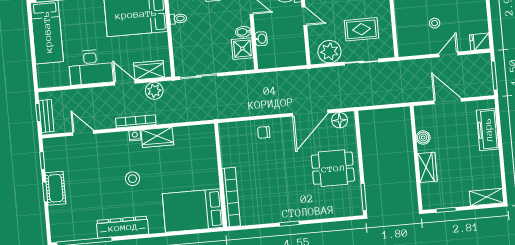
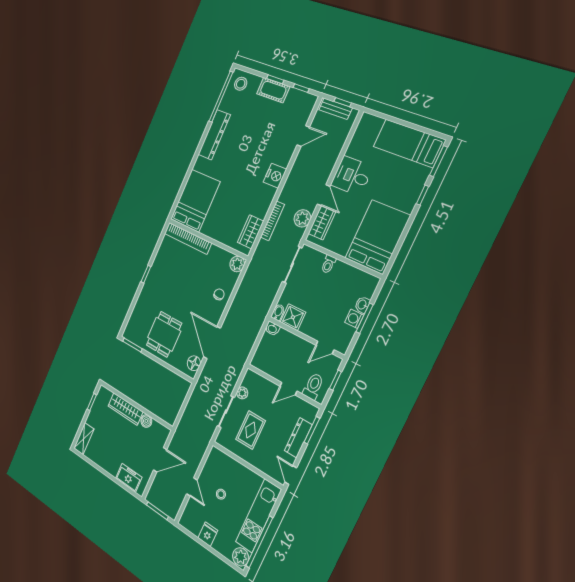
toilet: (178, 19) -> (328, 264), moved
bidet: (243, 32) -> (278, 312), moved
washbasin: (261, 39) -> (272, 329), moved
fridge: (480, 42) -> (208, 534), moved
plant: (329, 52) -> (242, 393), width x0.53, depth x0.53
desk: (91, 67) -> (352, 176), width x0.73
door: (125, 83) -> (324, 195), hinge flipped
bookcase: (136, 121) -> (272, 221), moved
plant: (227, 130) -> (237, 264), added
freezer: (488, 130) -> (129, 478), width x0.71
nightstand: (135, 135) -> (275, 176), width x1.89, depth x1.79
wardrobe: (157, 137) -> (251, 232), moved
wardrobe: (427, 167) -> (125, 409), width x1.50
stool: (133, 179) -> (241, 84), moved

